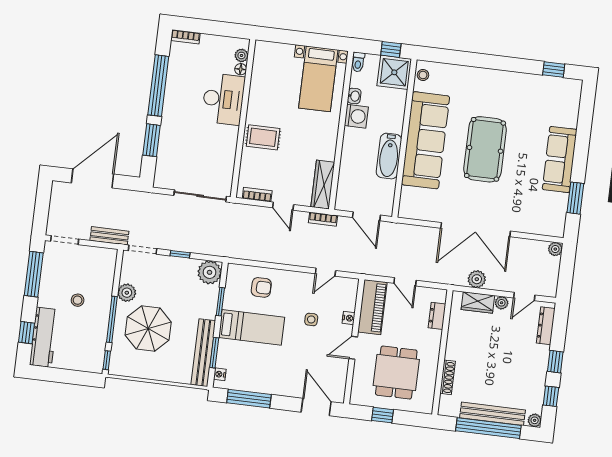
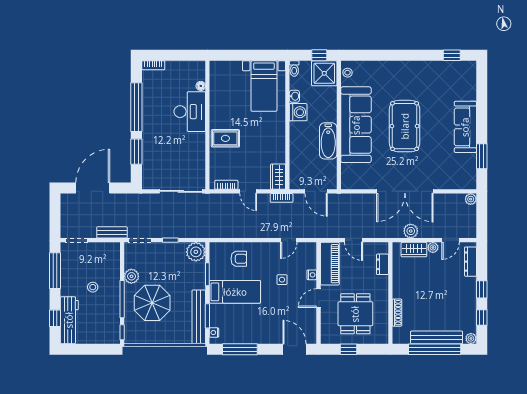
plant: (241, 55) -> (200, 75), removed
wardrobe: (323, 185) -> (278, 177), width x0.67

